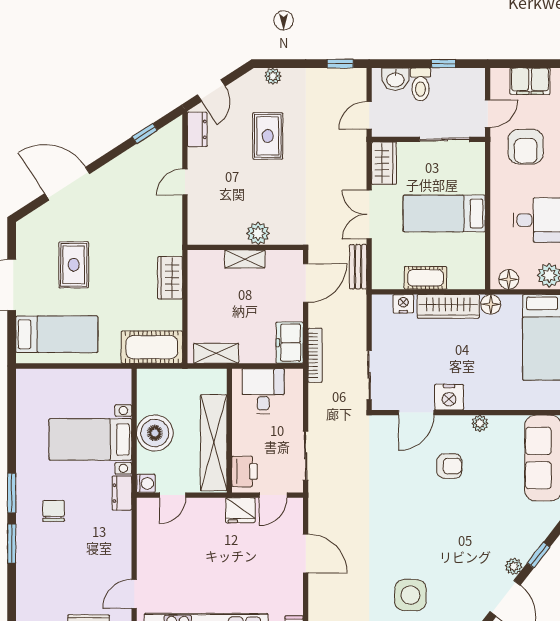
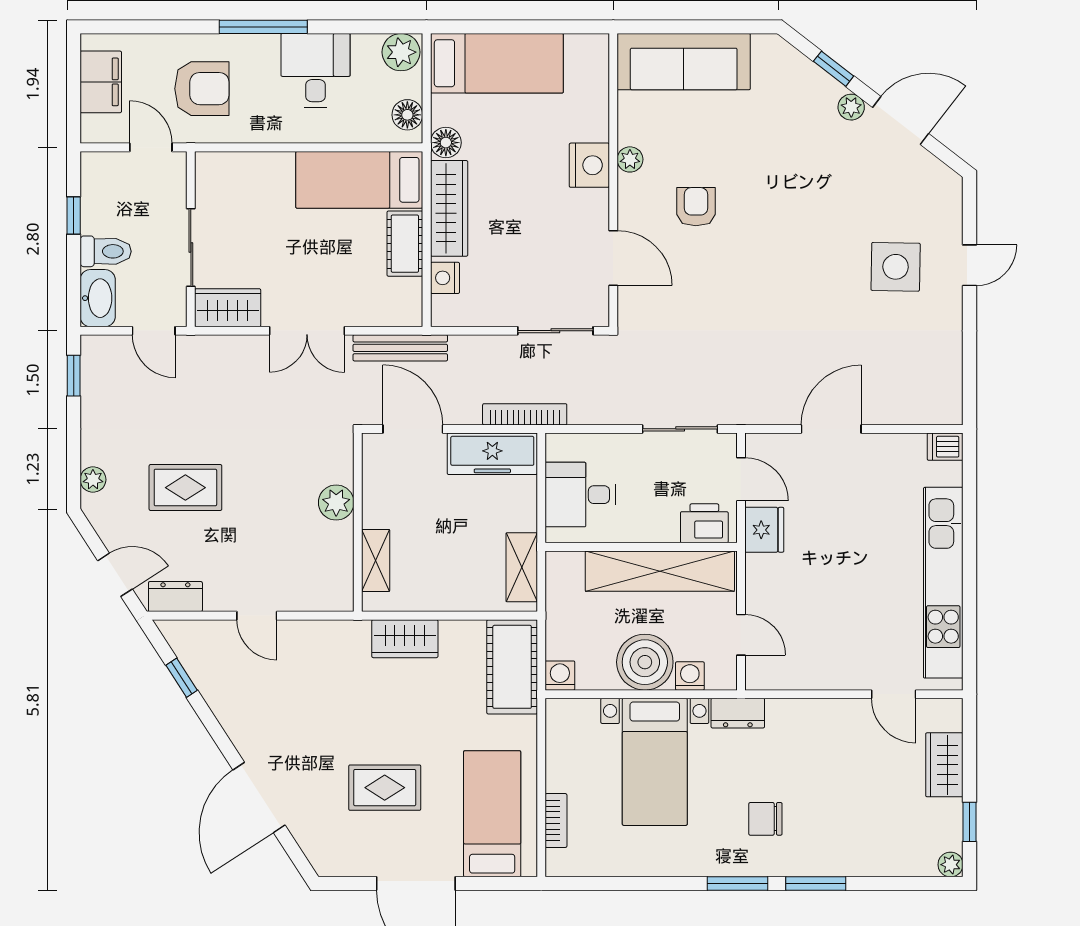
washbasin: (395, 79) -> (98, 298), width x1.38
sliding door: (445, 139) -> (191, 248), moved
bed: (444, 213) -> (359, 180), moved, turned 90
shelving: (245, 259) -> (376, 560), moved
bench: (358, 267) -> (400, 348), width x1.36
freezer: (290, 343) -> (492, 454), width x1.40
bookcase: (52, 376) -> (556, 821), added
washing machine: (146, 378) -> (560, 676), added
nightstand: (449, 397) -> (589, 165), moved
washing machine: (146, 483) -> (690, 676), moved

